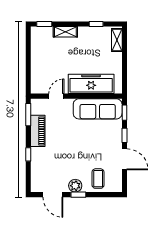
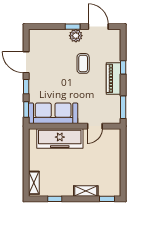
piano: (38, 131) -> (114, 78), moved
coffee table: (98, 179) -> (83, 63), moved

